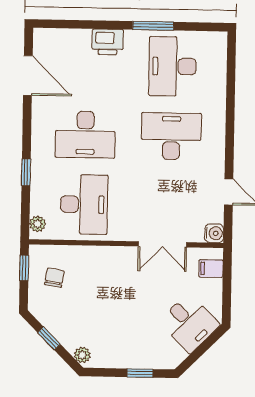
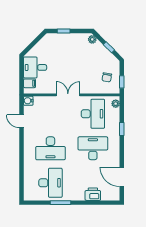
printer: (108, 42) -> (93, 194), moved
desk: (84, 204) -> (93, 114), turned 180
double door: (162, 244) -> (68, 95), moved
desk: (189, 323) -> (35, 67), moved, turned -45

